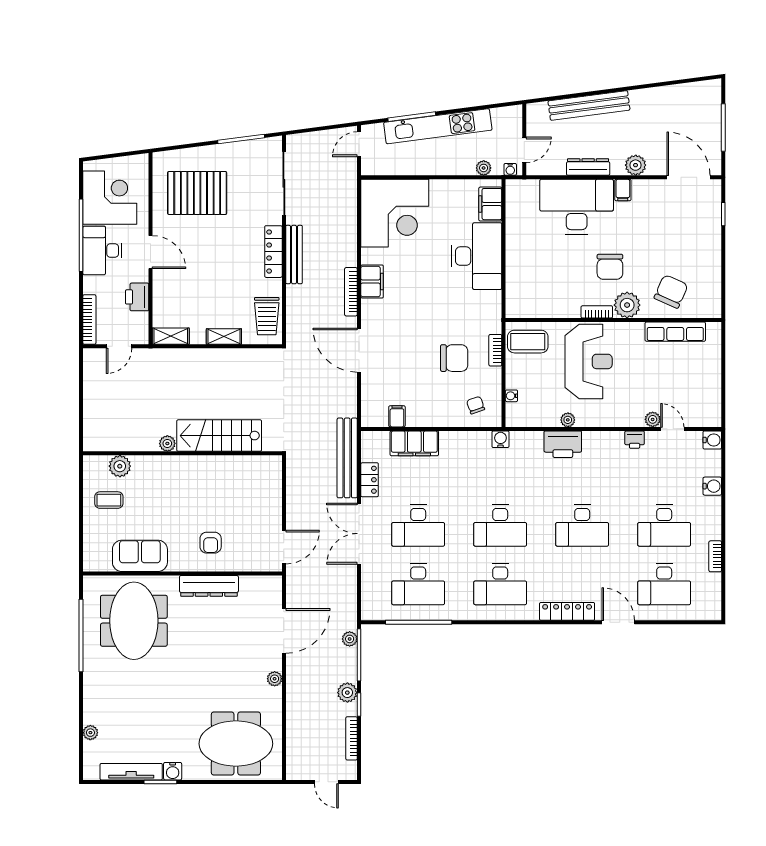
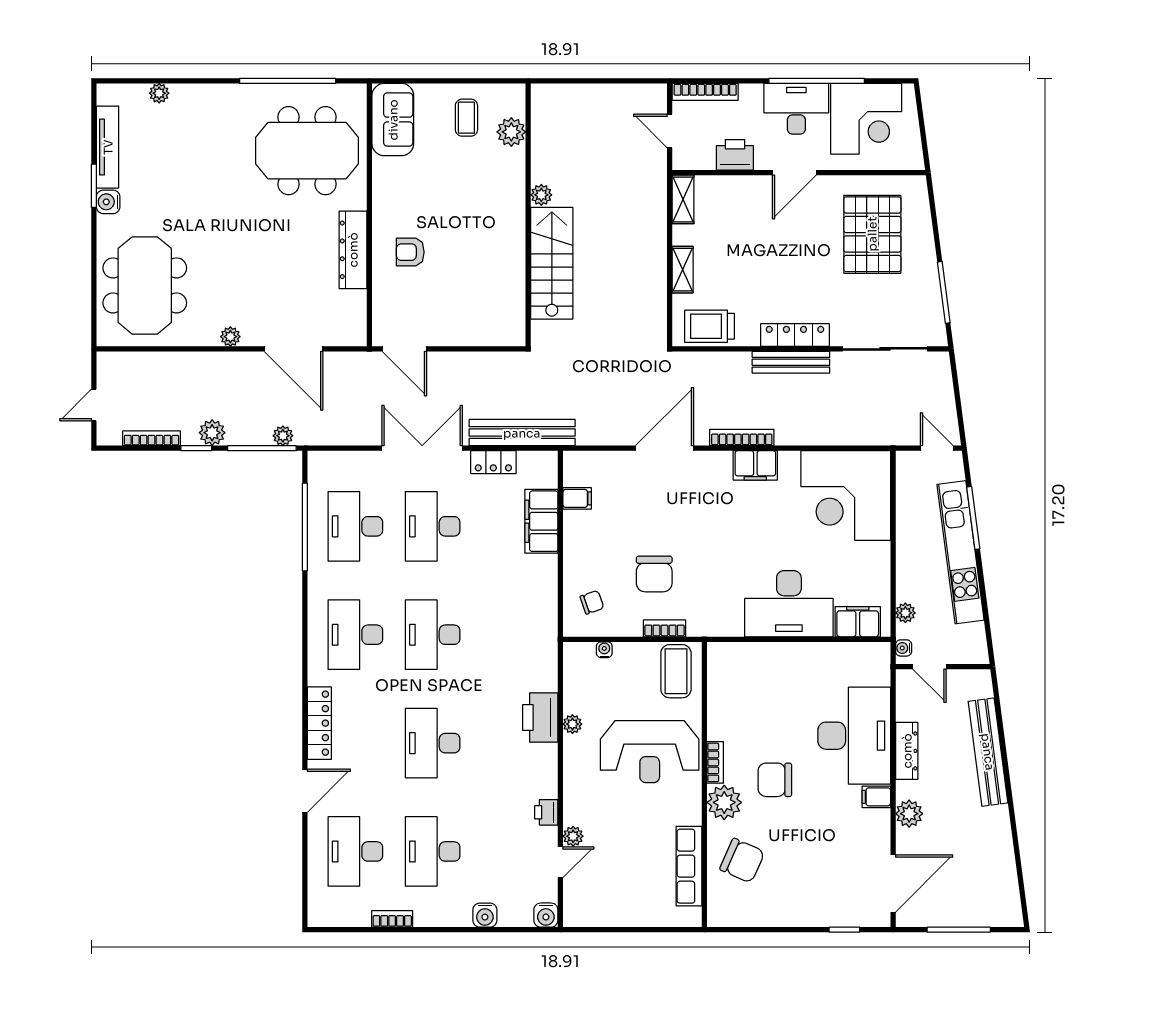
water cooler: (500, 439) -> (547, 635), removed
sofa: (140, 556) -> (393, 120), moved

